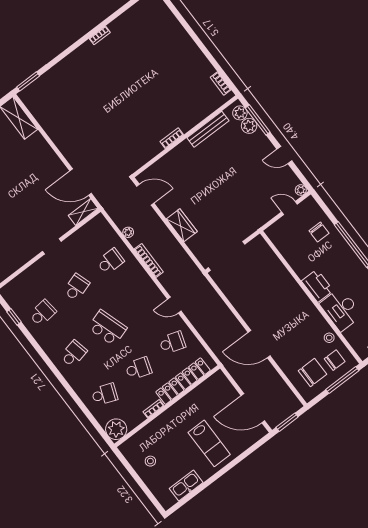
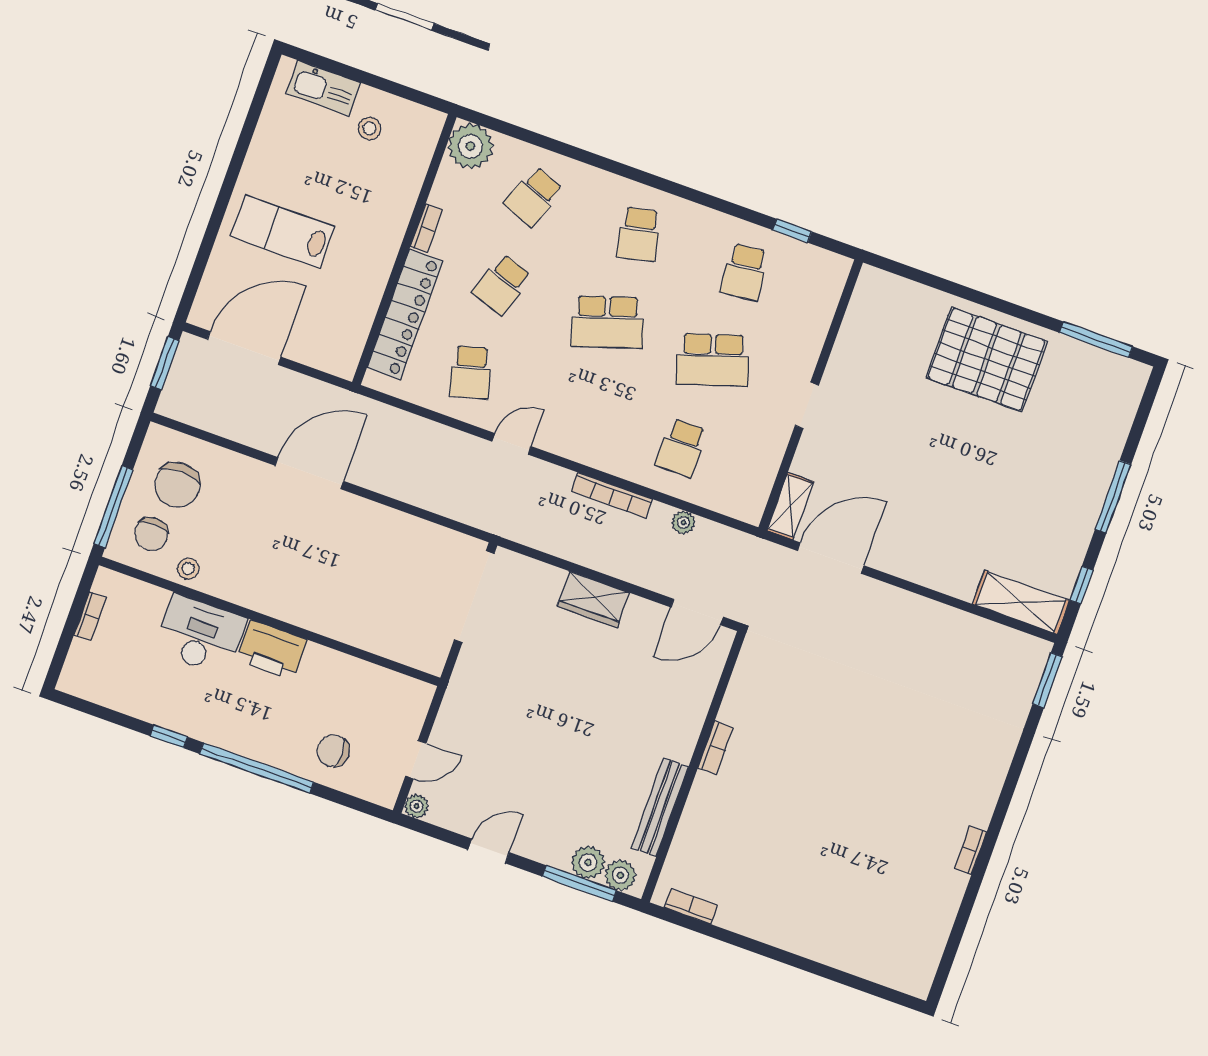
school desk: (76, 287) -> (713, 360), width x1.85
school desk: (172, 343) -> (471, 372), turned -33
kitchen sink: (186, 486) -> (323, 88), moved, turned 90

